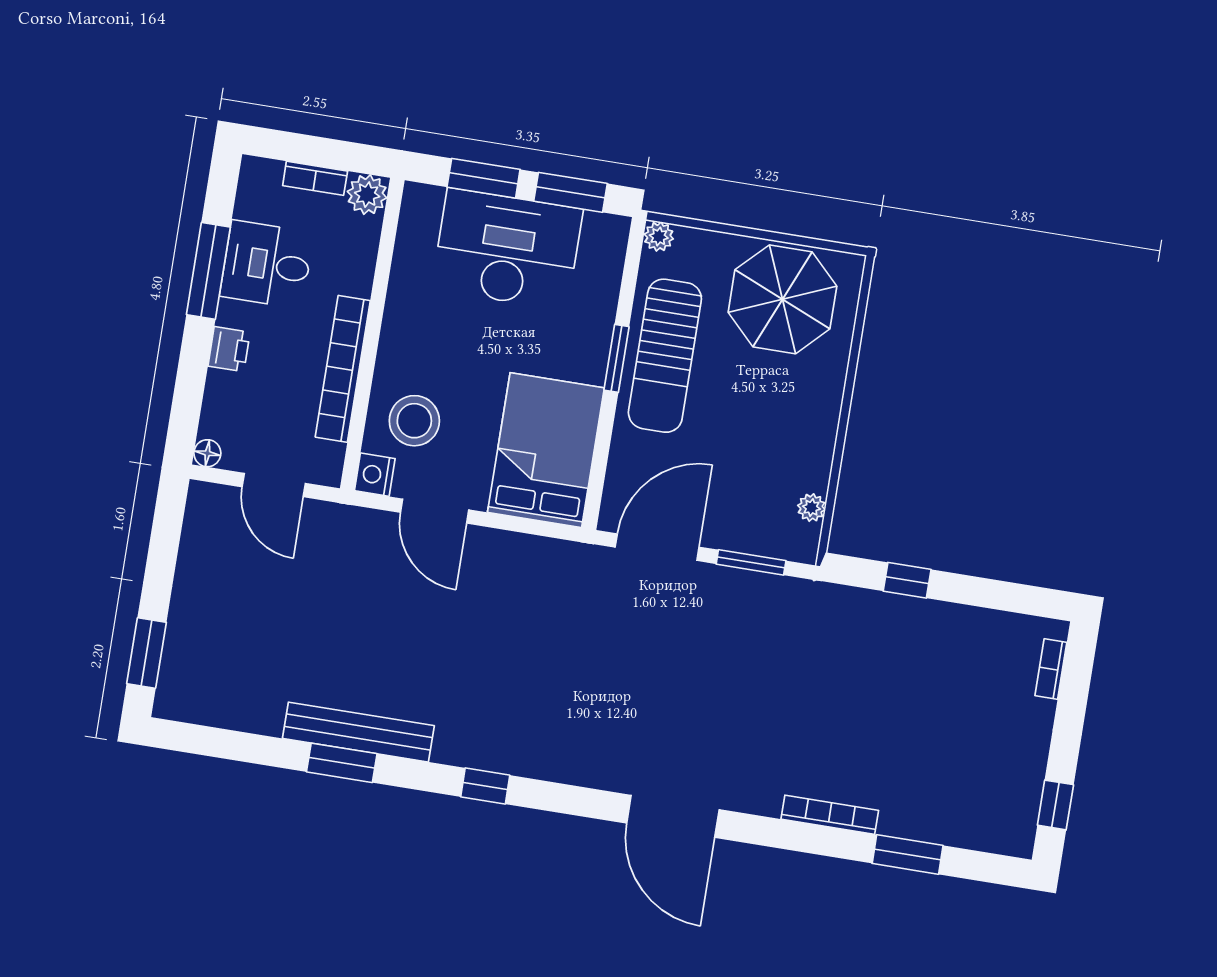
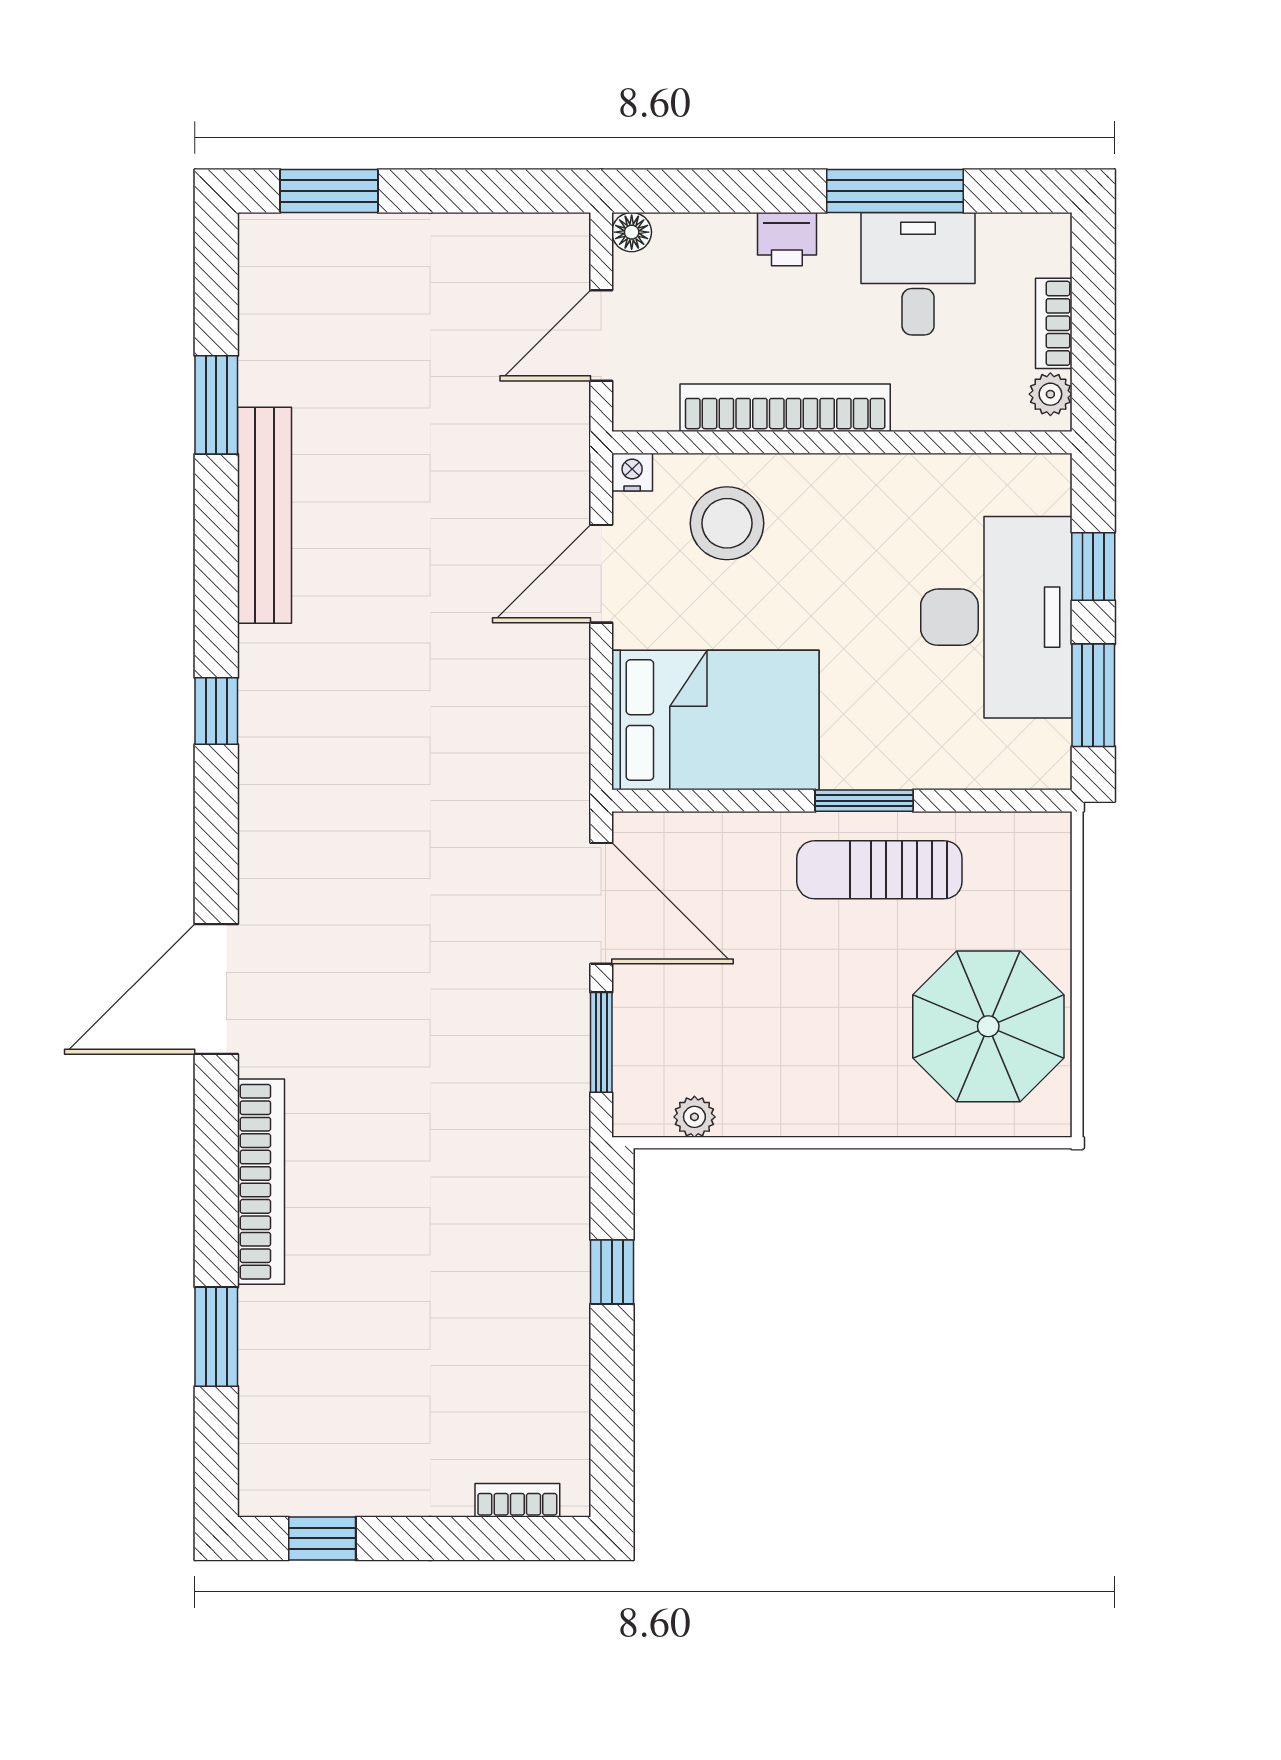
window: (484, 178) -> (1093, 567), width x0.67
plant: (367, 195) -> (1050, 394), width x0.73, depth x0.73
plant: (659, 237) -> (1050, 833), removed
sun lounger: (665, 356) -> (879, 870), width x0.73, depth x0.75
nightstand: (375, 475) -> (632, 472), width x0.72, depth x0.74
window: (342, 763) -> (216, 405), moved
bookcase: (830, 815) -> (261, 1182), width x1.48, depth x1.31

